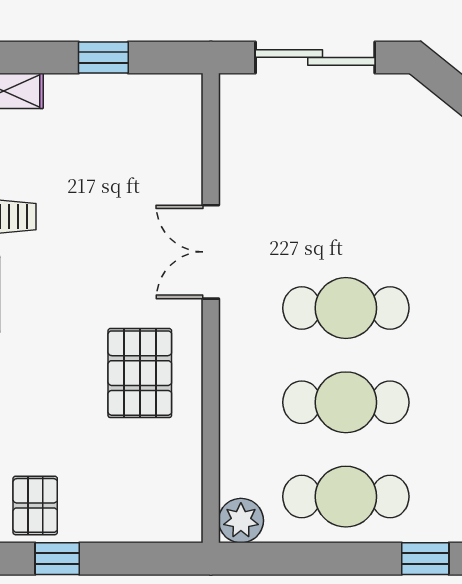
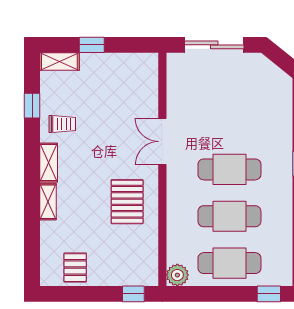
window: (103, 57) -> (92, 45), moved
window: (57, 559) -> (133, 294), moved

